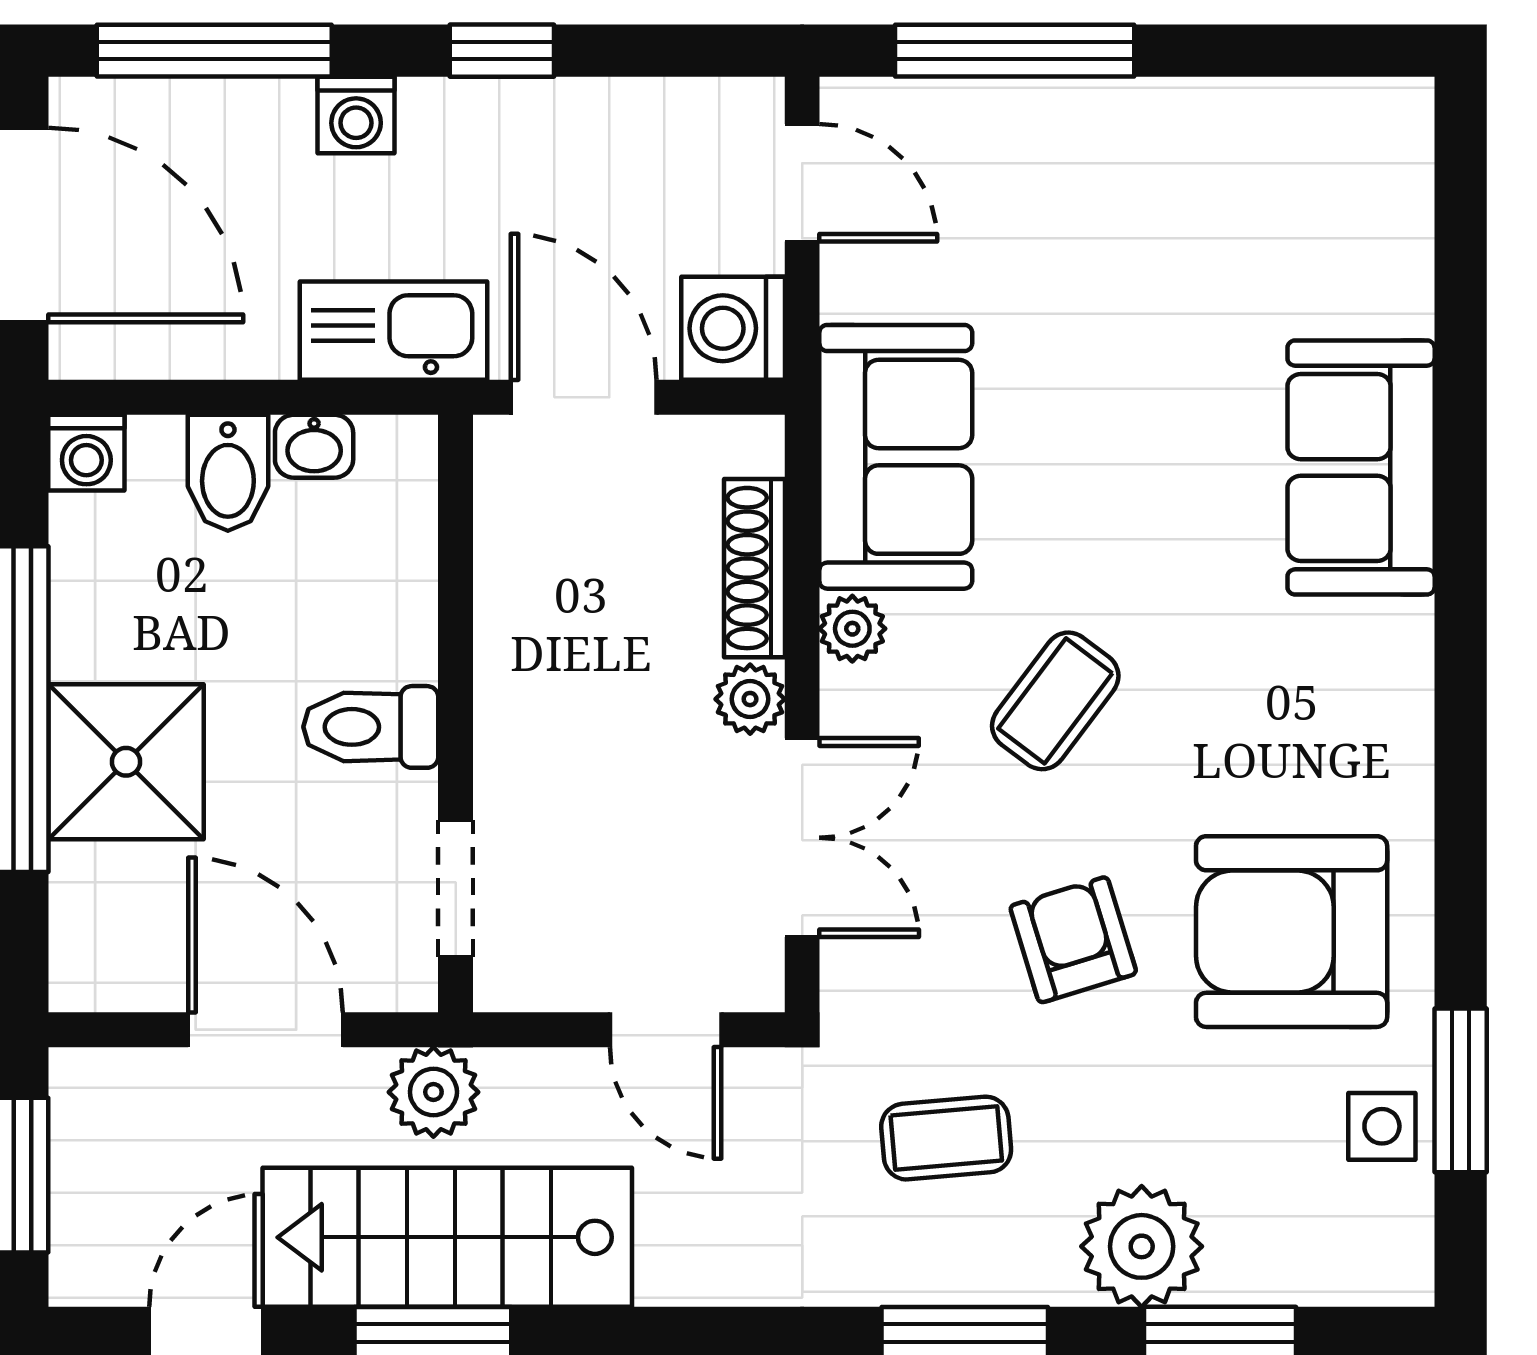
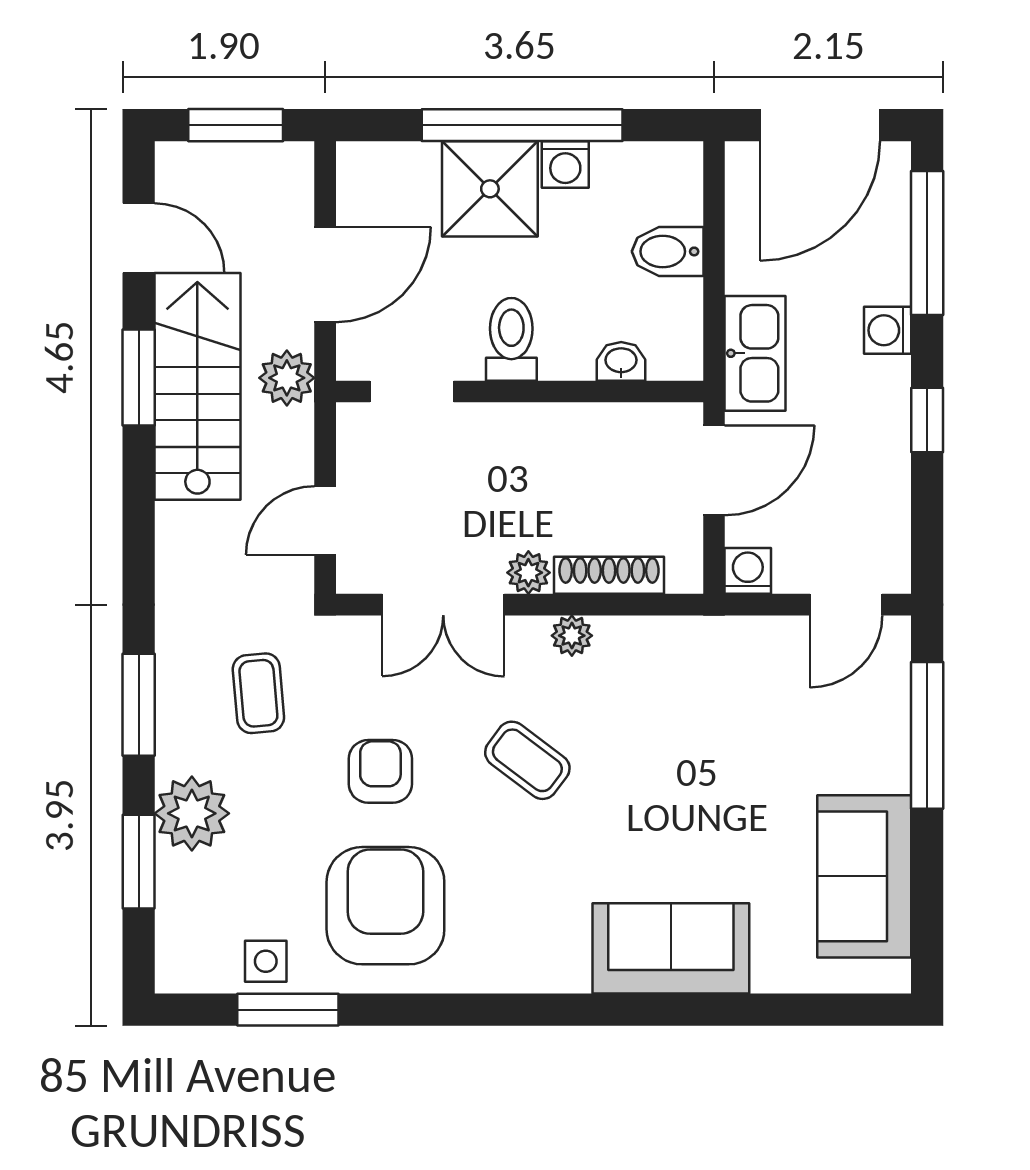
washing machine: (733, 328) -> (748, 571), width x0.73, depth x0.73
washbasin: (314, 446) -> (621, 361), moved, turned 90
washing machine: (86, 453) -> (565, 164), moved, turned -90
sofa: (896, 457) -> (864, 876), moved, turned 90
armchair: (1073, 940) -> (380, 771), turned -73

